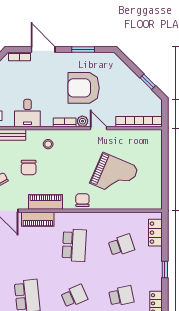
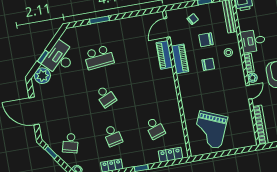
desk: (27, 113) -> (253, 41), moved
grand piano: (114, 175) -> (210, 130), moved
chair: (82, 200) -> (208, 64), moved
school desk: (74, 245) -> (148, 89), removed

